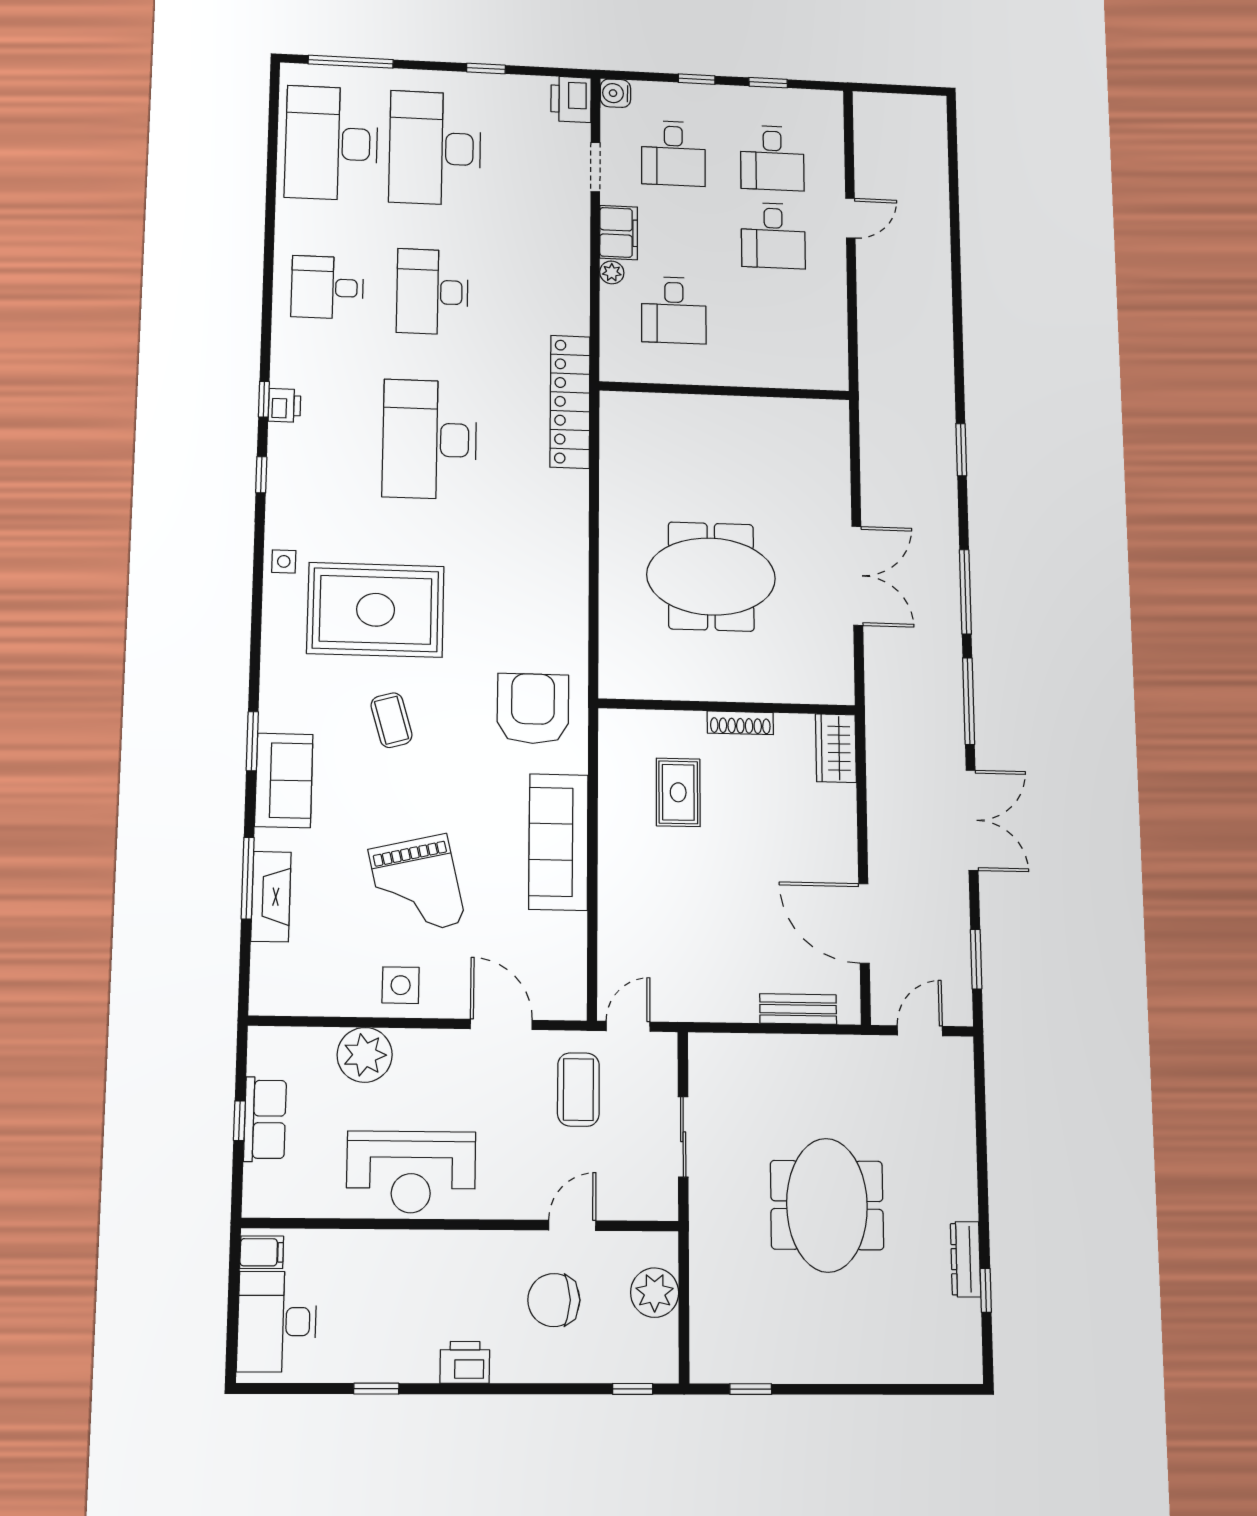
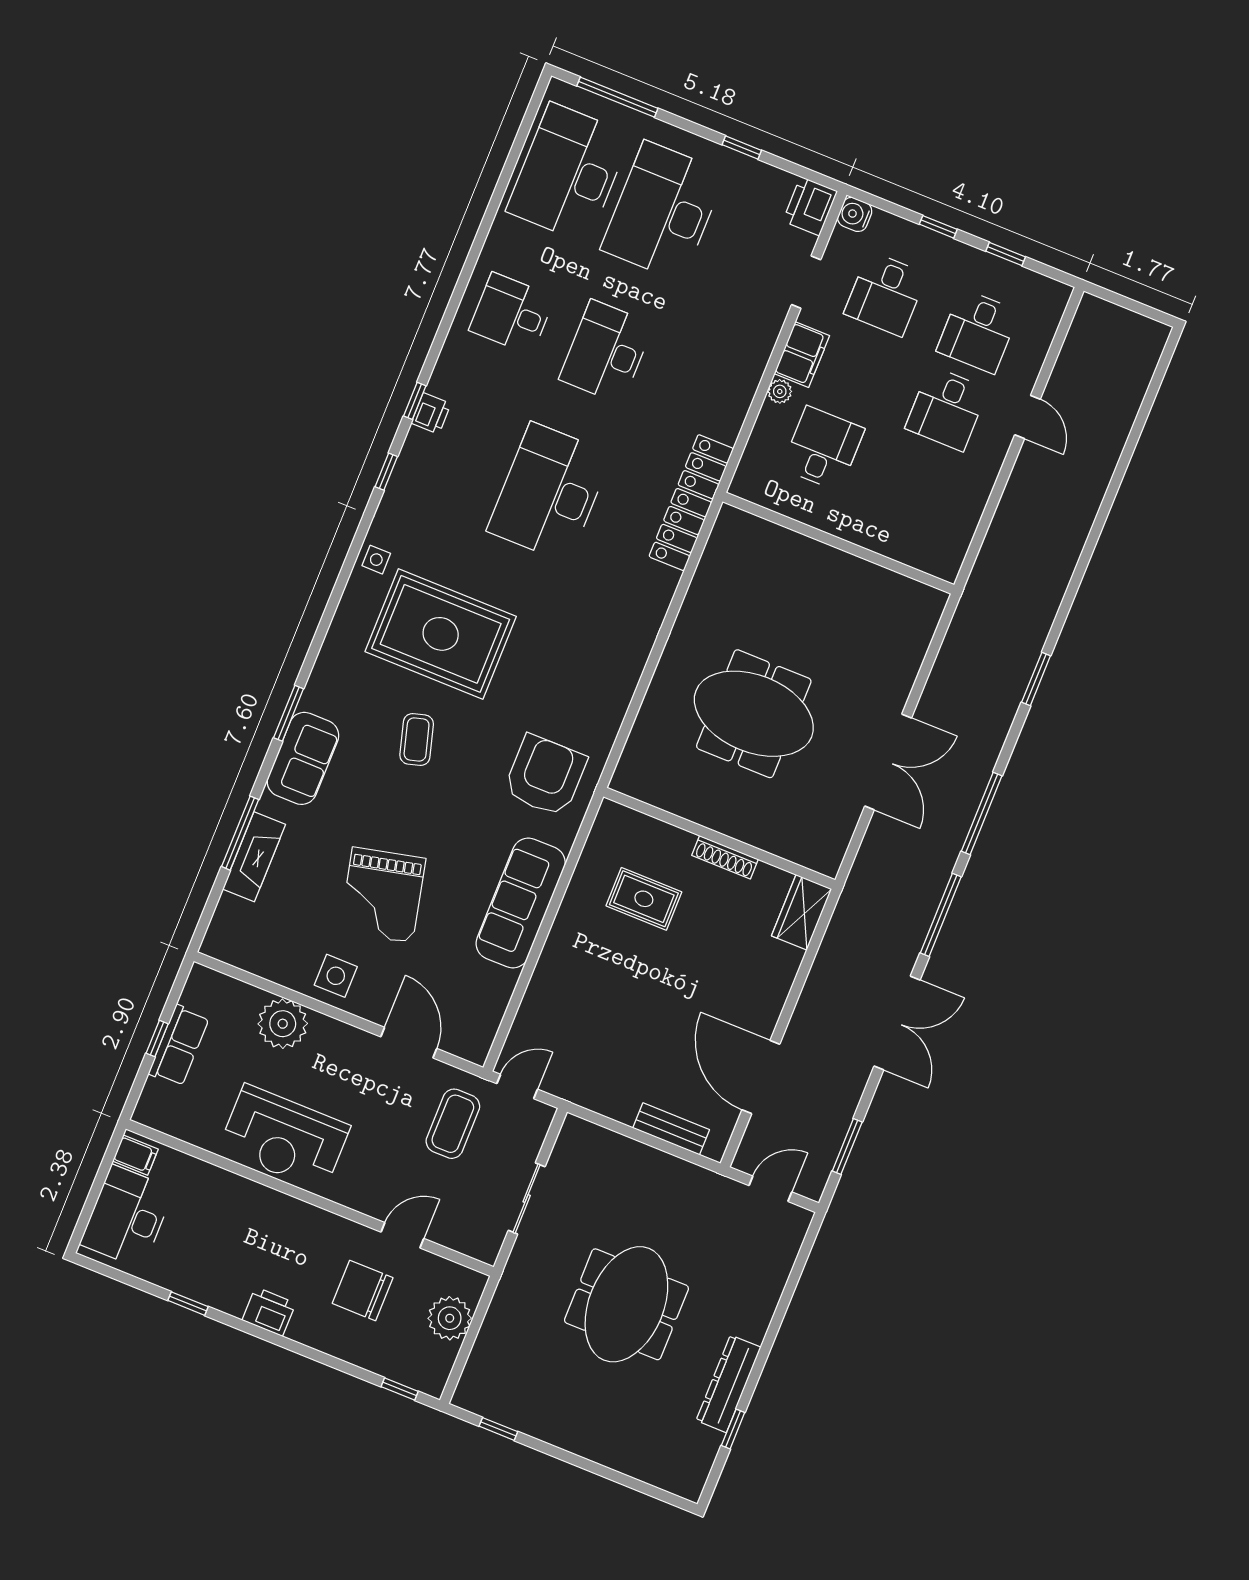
door: (850, 218) -> (1027, 417), hinge flipped
desk: (674, 310) -> (823, 449), turned 180
rug: (678, 792) -> (644, 899), turned 90
dresser: (966, 1259) -> (728, 1384), width x1.37, depth x1.24

